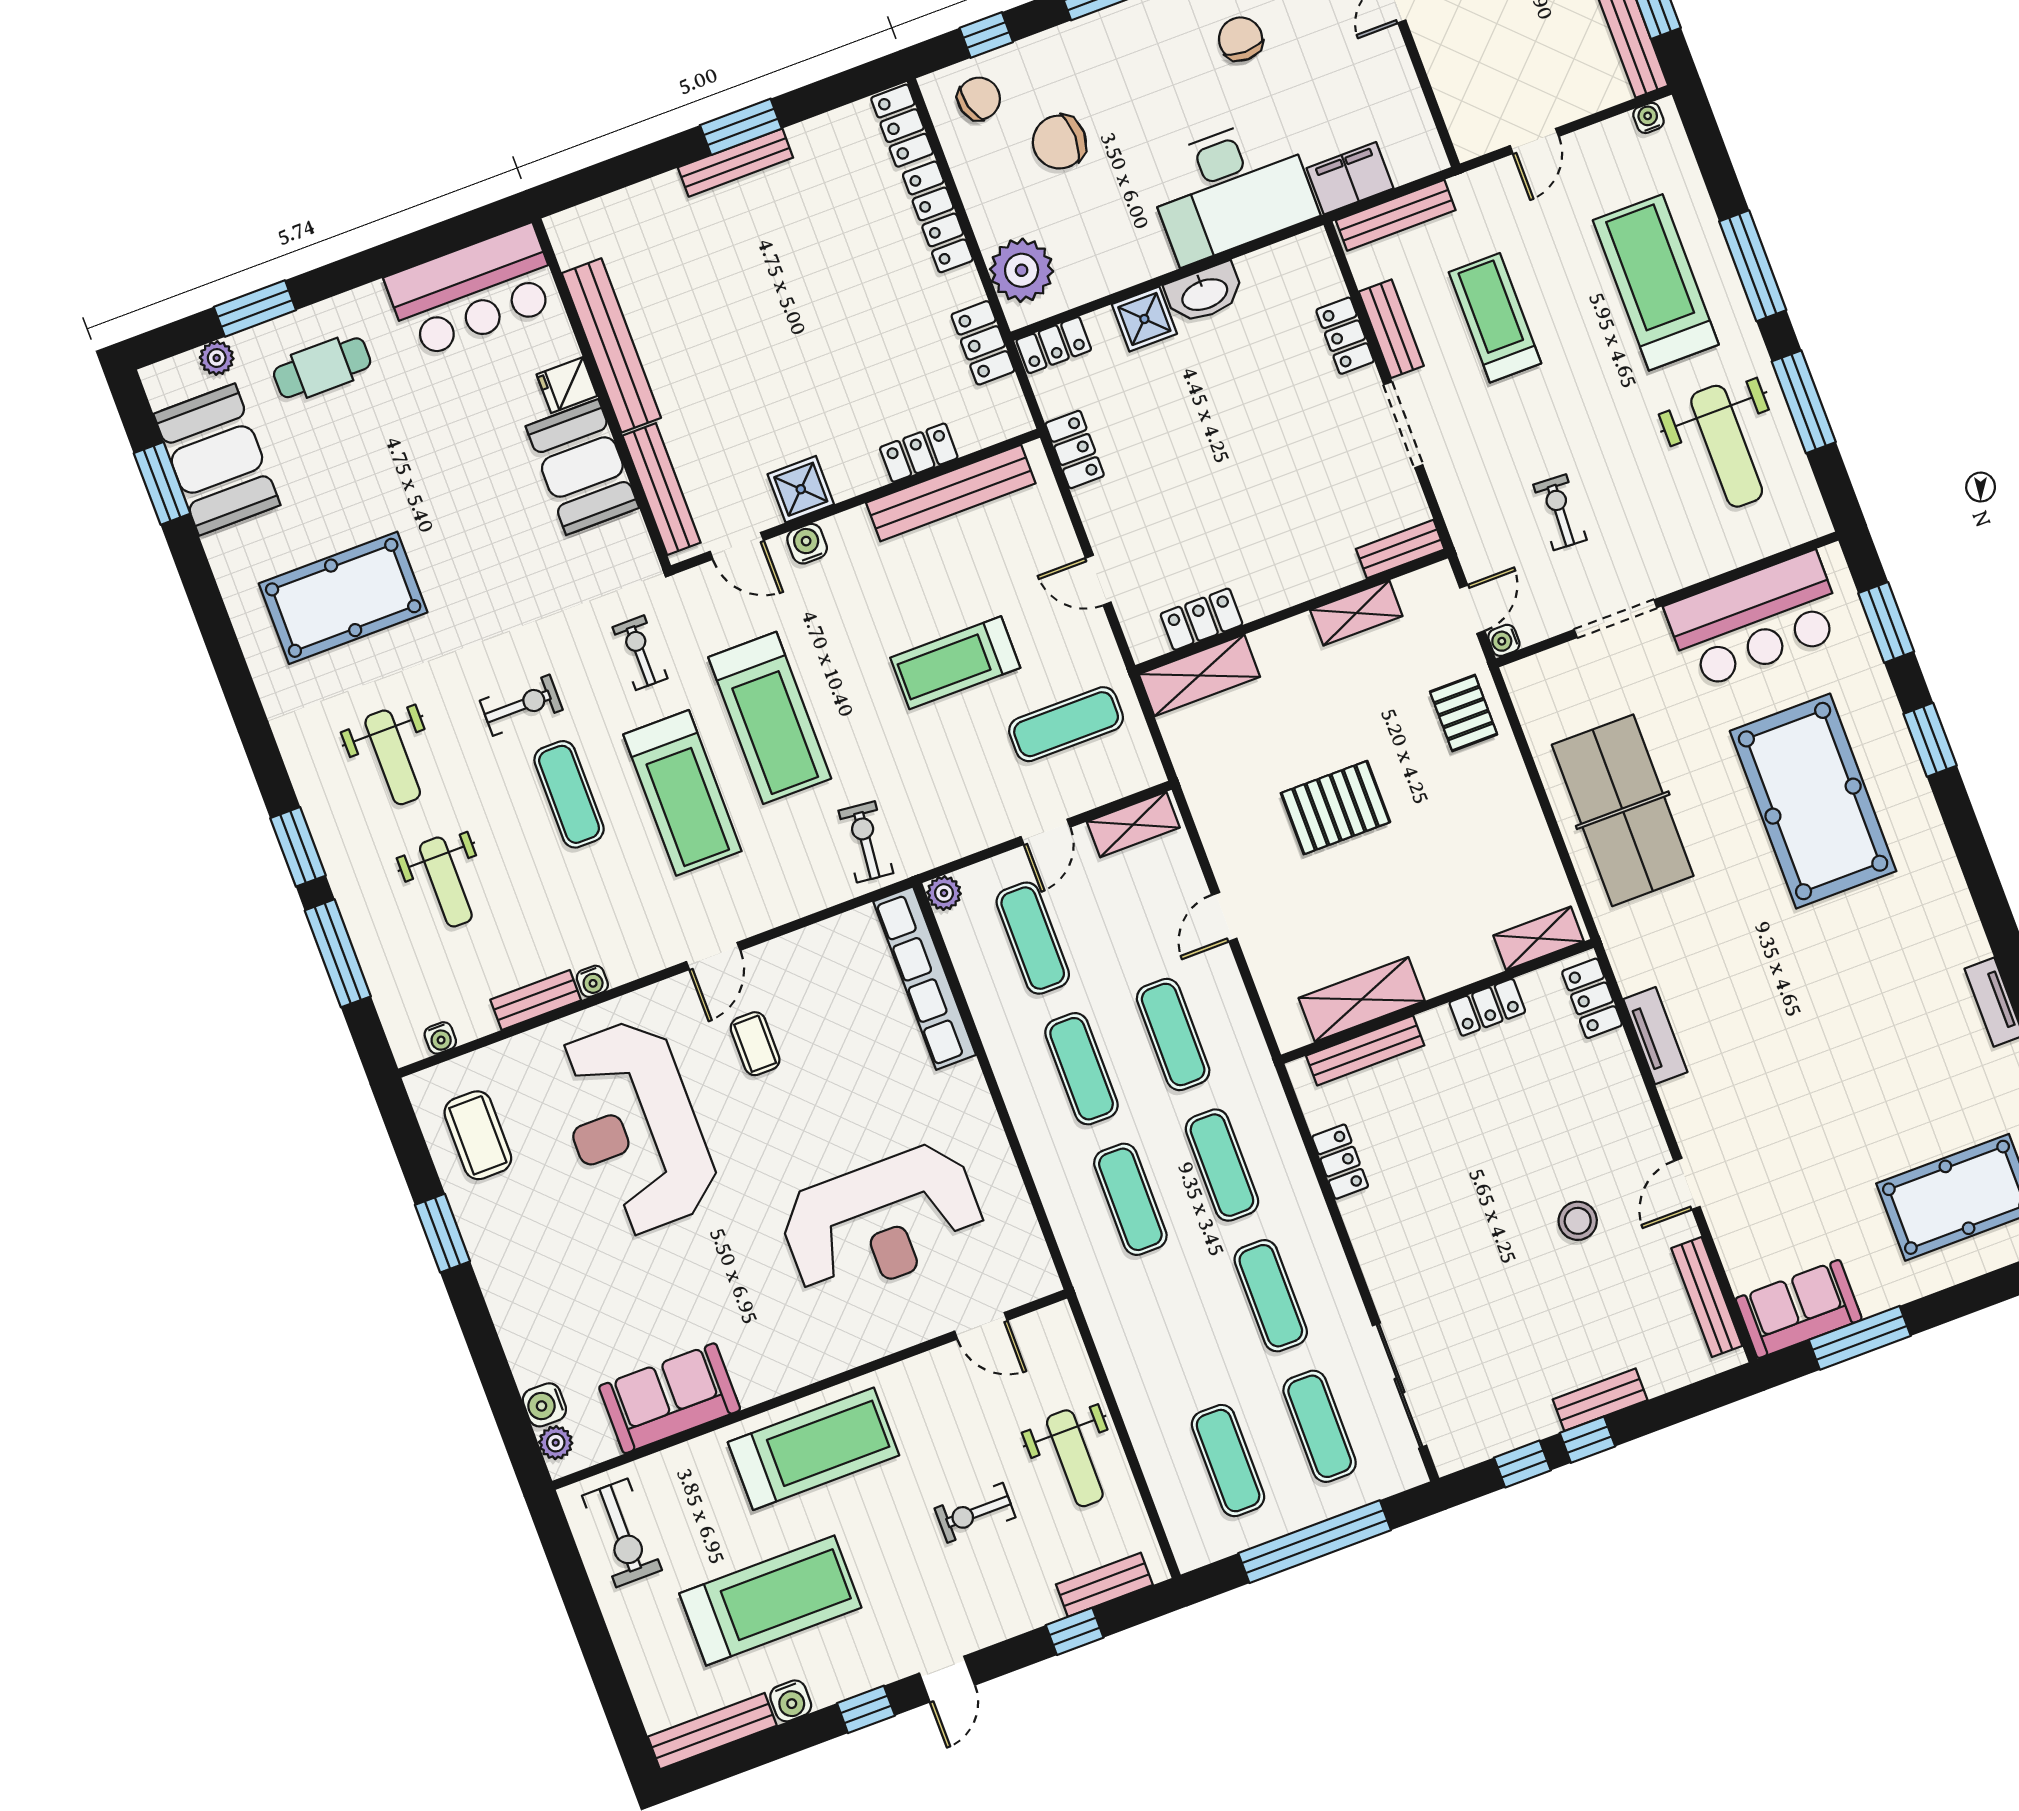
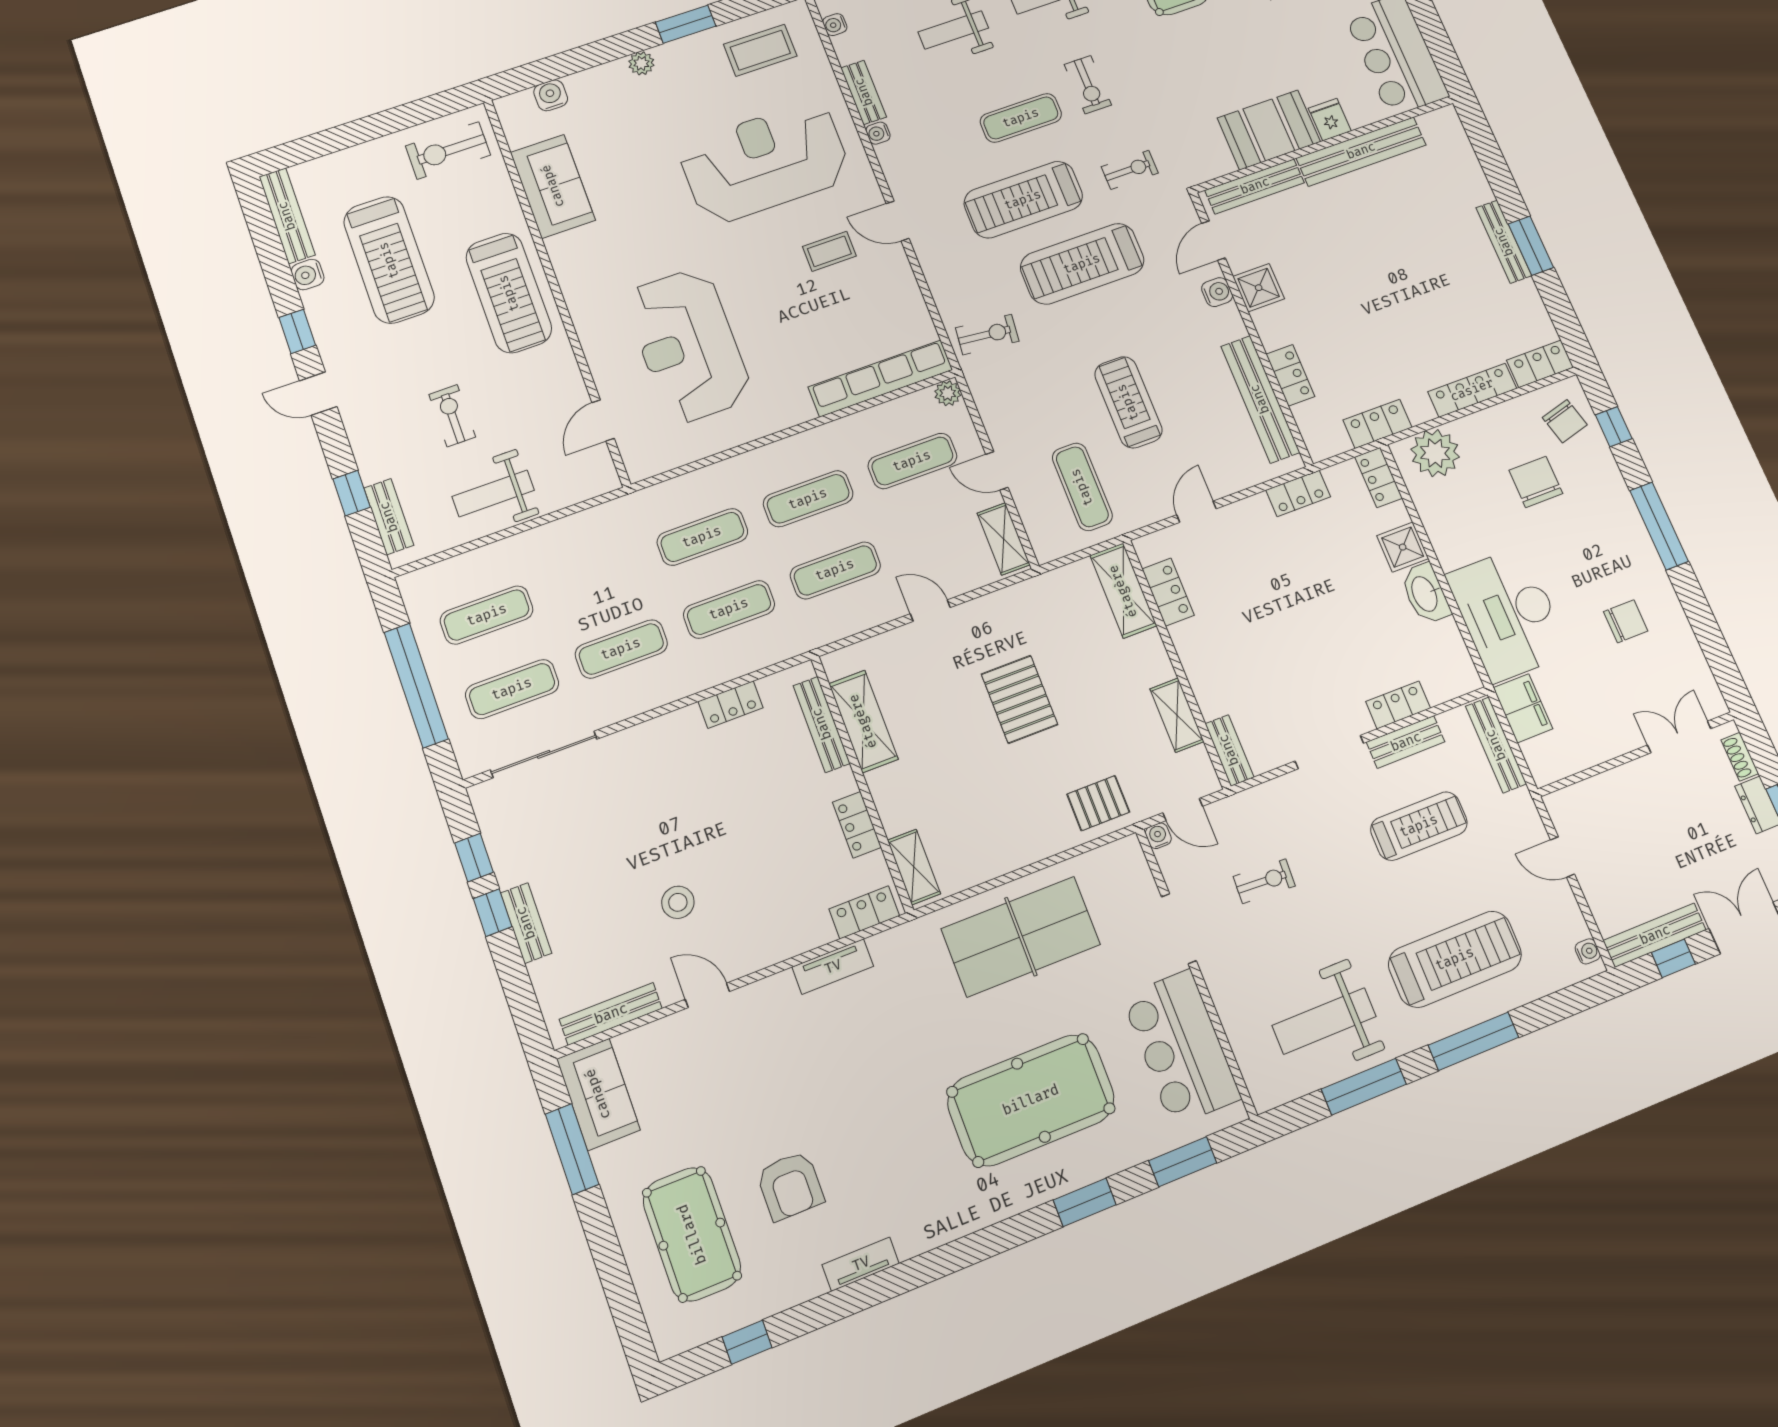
armchair: (1905, 1084) -> (790, 1186), added
plant: (556, 1443) -> (641, 63), moved

